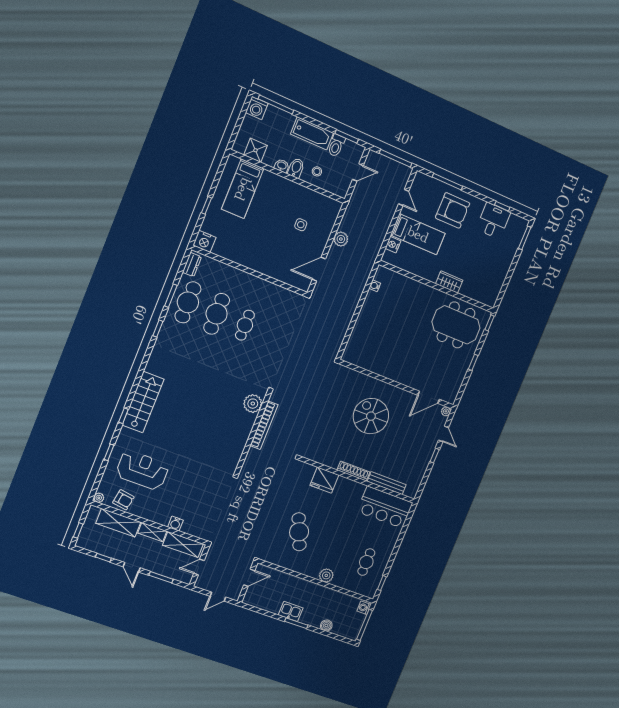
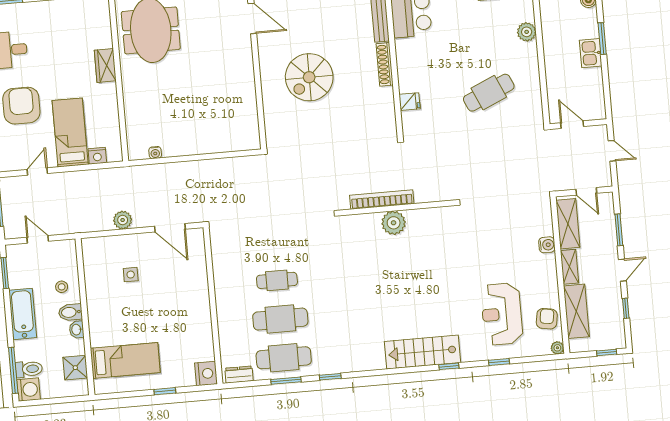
toilet: (336, 145) -> (29, 369), moved
plant: (253, 404) -> (394, 223), moved
fridge: (324, 480) -> (410, 102), width x0.53, depth x0.75

